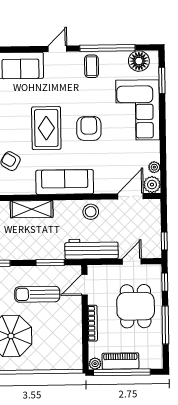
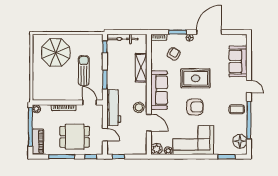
corner sofa: (138, 110) -> (193, 140), moved
door: (130, 196) -> (149, 123), moved
piano: (120, 361) -> (38, 141), moved

